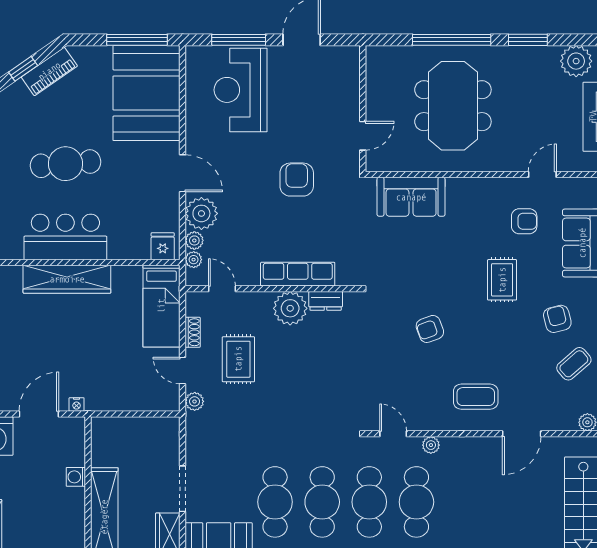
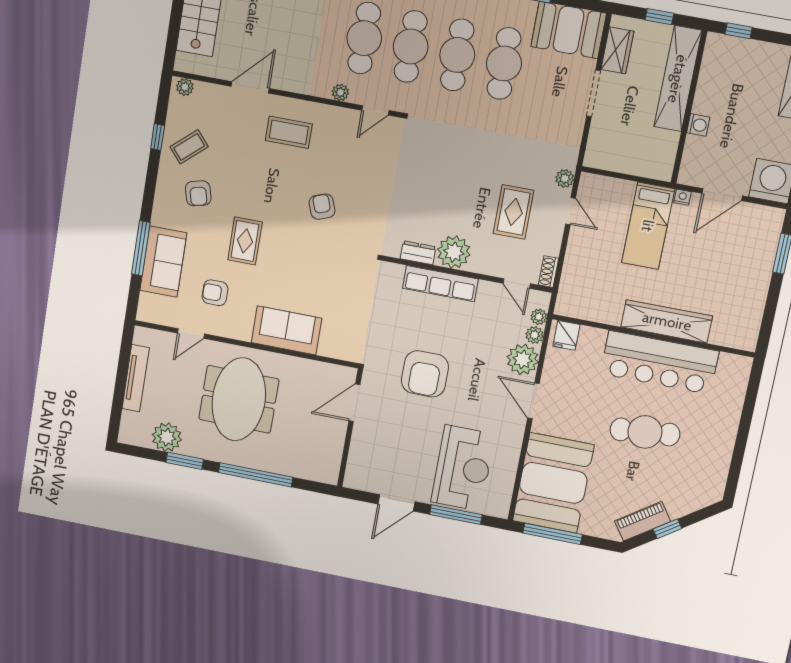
plant: (576, 61) -> (167, 437), moved
meeting table: (453, 106) -> (239, 399), moved
door: (363, 136) -> (354, 403), width x1.38
armchair: (297, 180) -> (425, 374), width x1.36, depth x1.36
sofa: (411, 197) -> (287, 330), moved
bar counter: (65, 237) -> (660, 362), width x1.36
bed: (161, 306) -> (648, 226), moved, turned 180
armchair: (430, 329) -> (322, 207), turned -90
shoe rack: (193, 332) -> (549, 272), moved
door: (393, 434) -> (375, 110), hinge flipped

